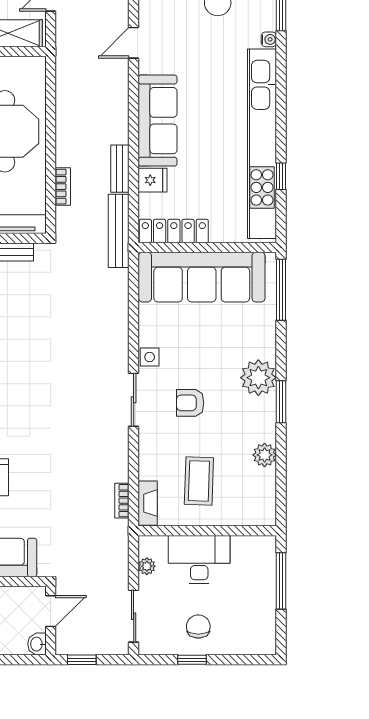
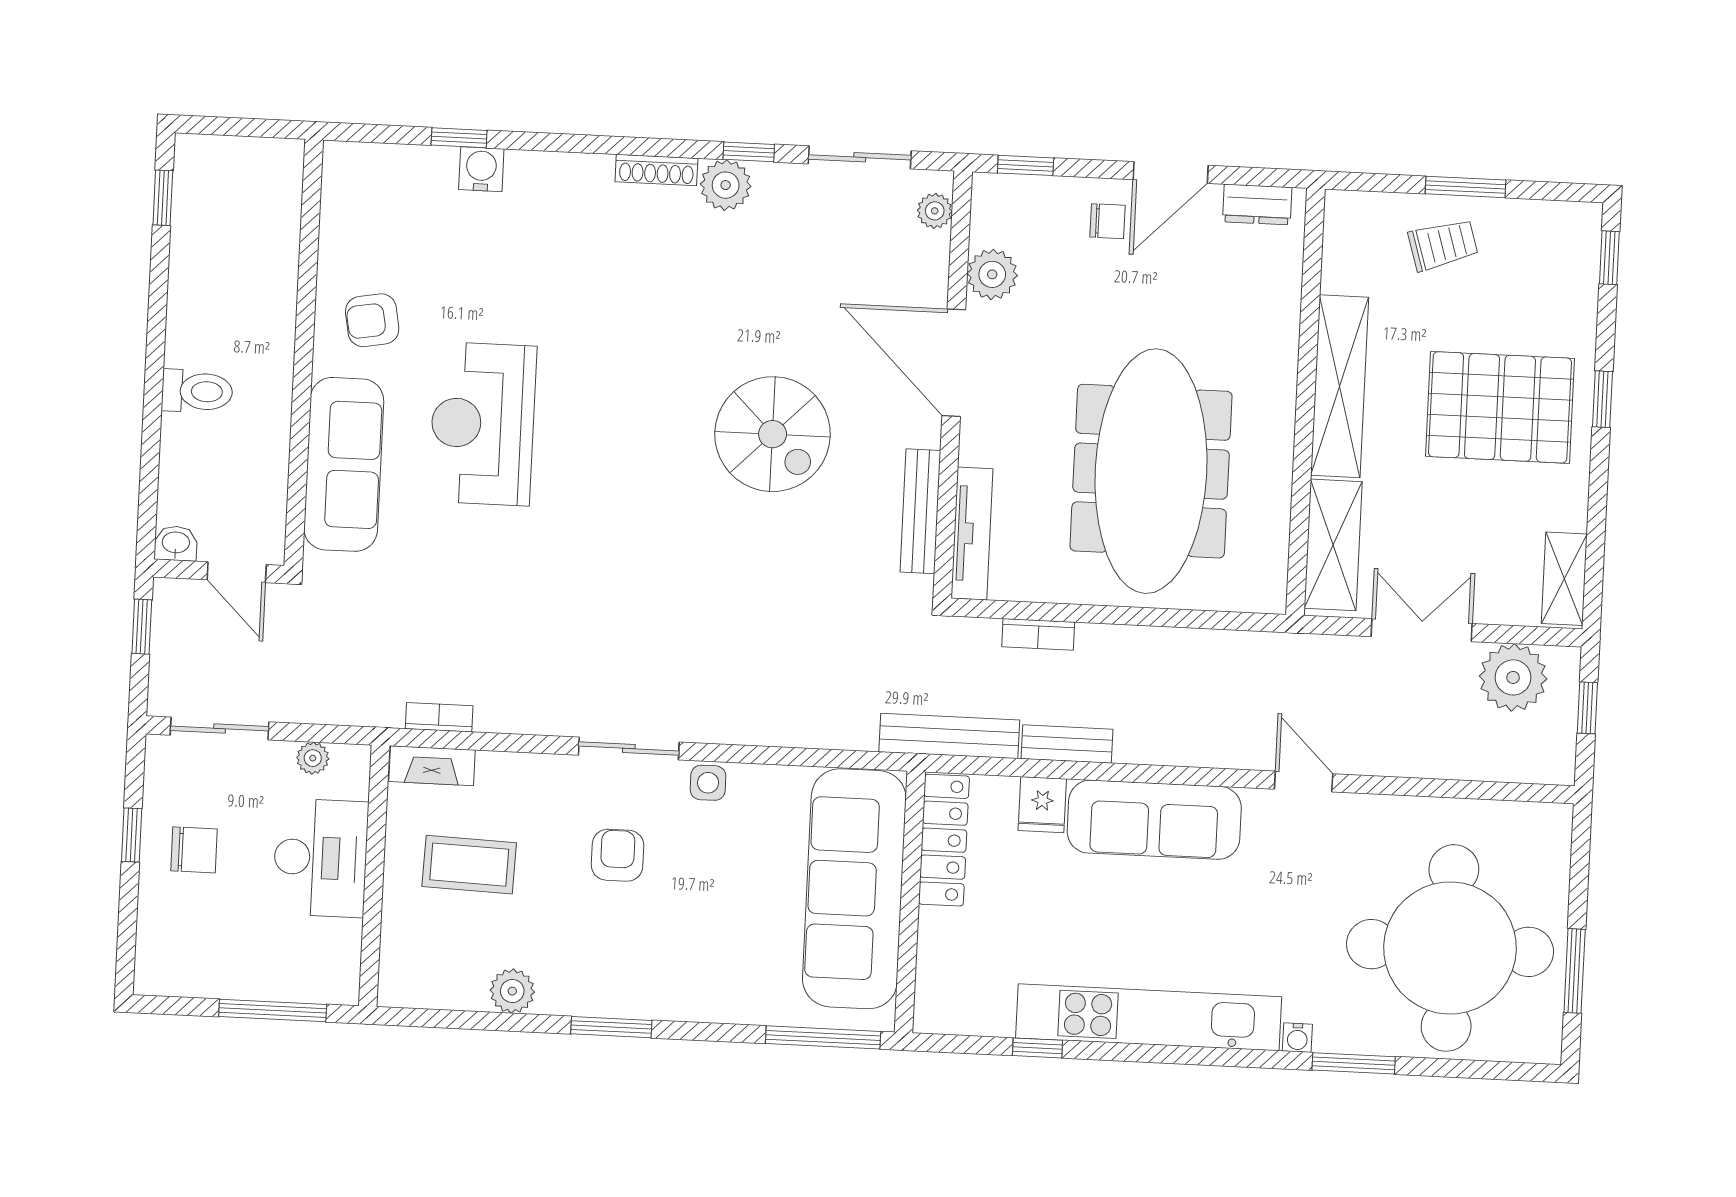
kitchen unit: (262, 144) -> (1149, 1017), width x0.73
plant: (258, 378) -> (659, 986), removed

